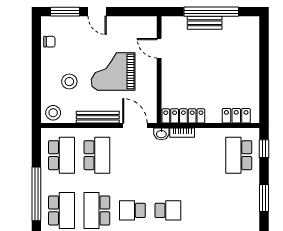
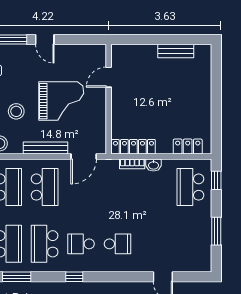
window: (211, 12) -> (162, 40), removed
bench: (205, 23) -> (176, 51), moved
door: (159, 48) -> (109, 77), hinge flipped
grand piano: (113, 72) -> (61, 101), turned 180
door: (135, 125) -> (84, 157), swing flipped
washbasin: (161, 134) -> (154, 165), moved

